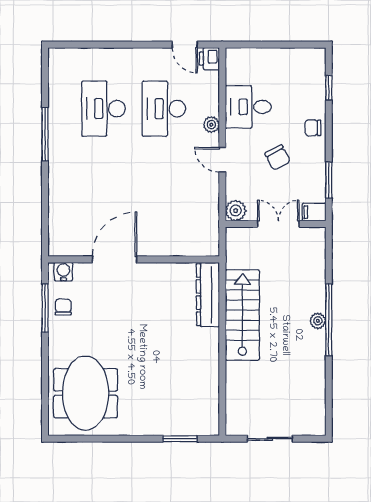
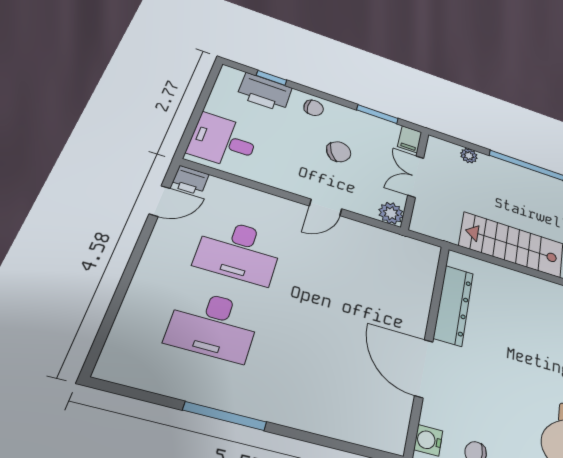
printer: (312, 87) -> (265, 92), added
desk: (248, 107) -> (223, 141), moved, turned 90
plant: (211, 125) -> (278, 205), removed
chair: (313, 128) -> (314, 108), turned -90
dresser: (208, 295) -> (454, 305), moved, turned -90
plant: (318, 321) -> (469, 156), moved

